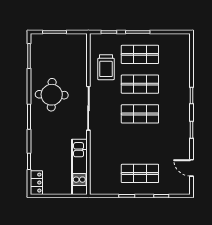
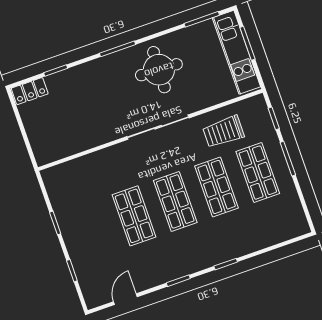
kitchen unit: (79, 167) -> (236, 52), moved, turned -90
shop shelf: (140, 173) -> (134, 216), moved

